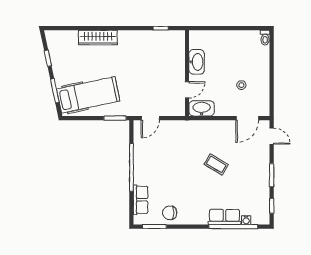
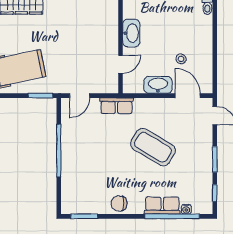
washbasin: (202, 108) -> (158, 85), moved
door: (247, 118) -> (188, 96), swing flipped
coffee table: (216, 164) -> (153, 147), width x1.86, depth x1.72
row of seats: (141, 200) -> (117, 106), moved, turned 90
chair: (170, 213) -> (119, 204), moved

